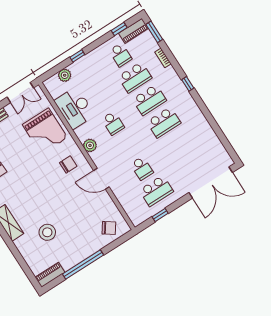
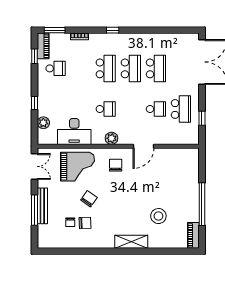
school desk: (135, 77) -> (156, 68), moved
chair: (109, 228) -> (89, 199), moved

